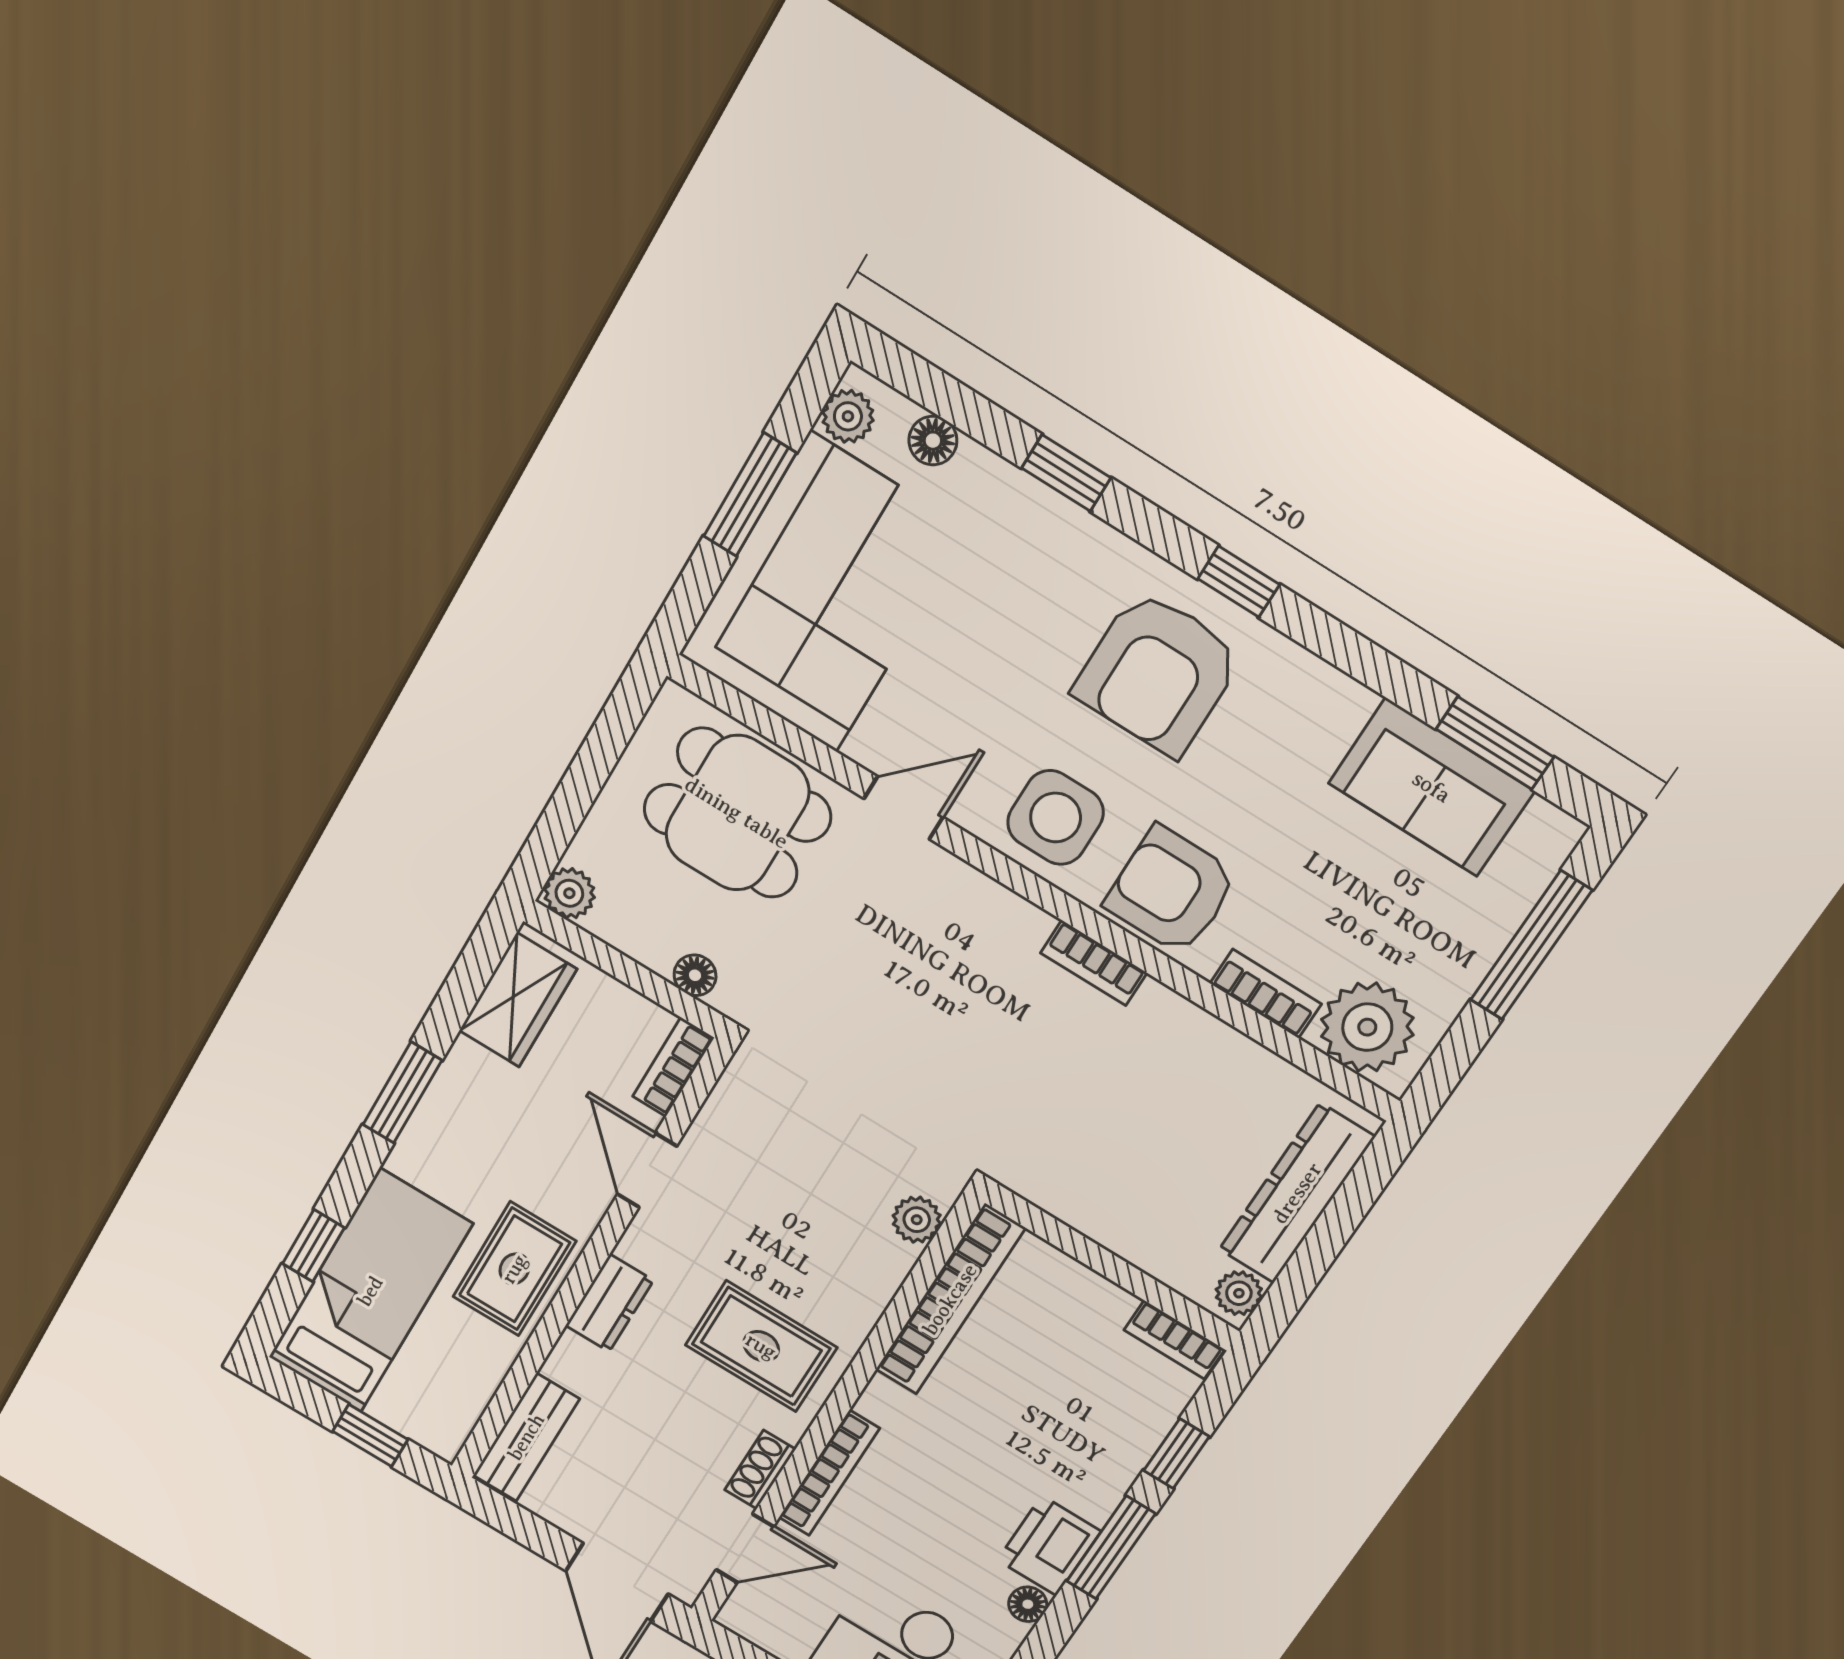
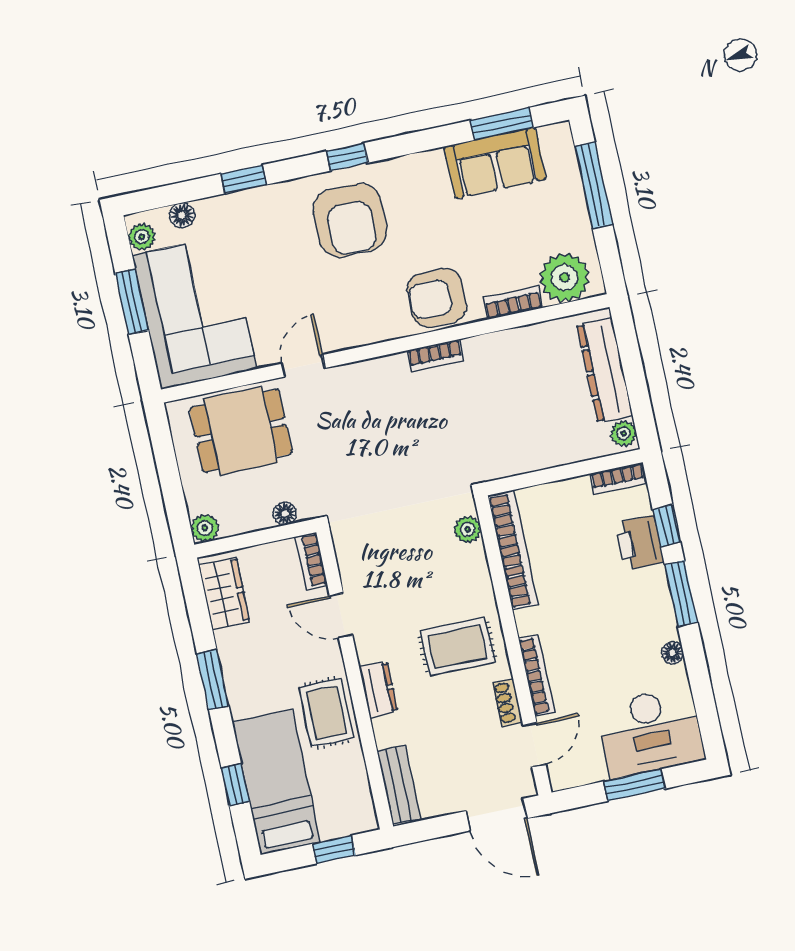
side table: (1056, 817) -> (365, 313), removed
printer: (1049, 1546) -> (640, 543), moved

